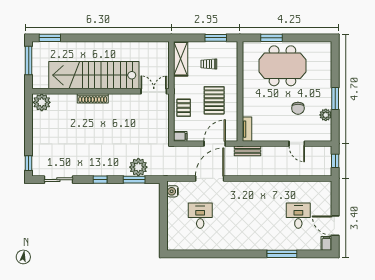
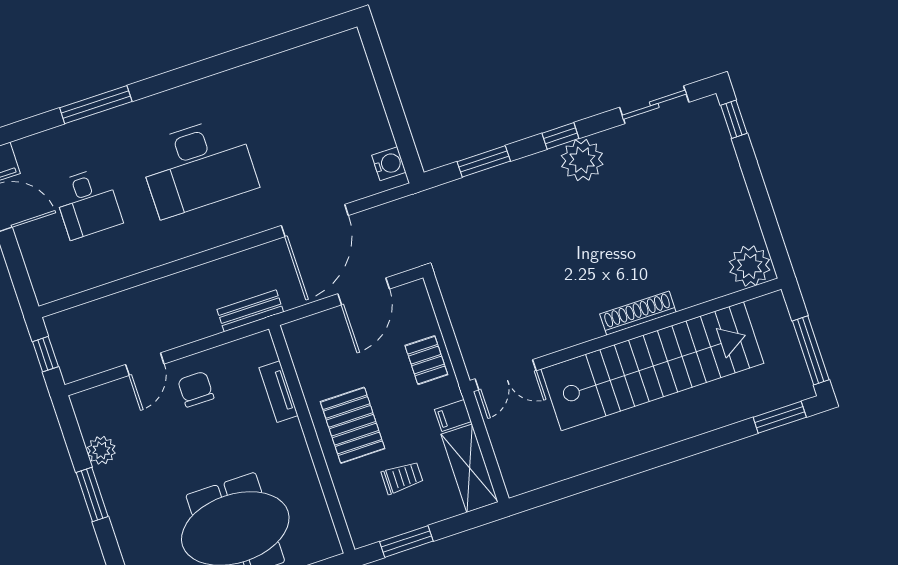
pallet: (214, 100) -> (353, 425), moved
chair: (298, 108) -> (196, 389), moved
tv unit: (247, 129) -> (279, 392), moved
filing cabinet: (180, 136) -> (453, 415), moved
door: (215, 144) -> (364, 291), moved
door: (297, 144) -> (145, 364), swing flipped
plant: (138, 167) -> (582, 160), moved
desk: (200, 216) -> (198, 166), moved, width x1.87, depth x1.30

